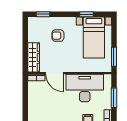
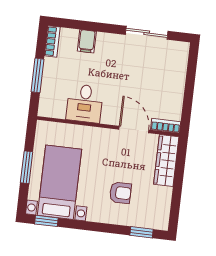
window: (86, 14) -> (46, 221), moved
window: (114, 57) -> (27, 167), moved
desk: (85, 88) -> (85, 103), width x0.53, depth x0.77

